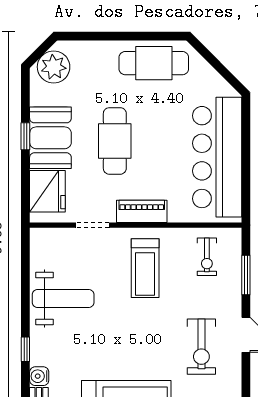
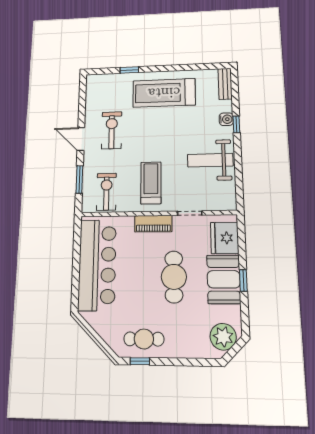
window: (159, 36) -> (140, 361), added
cafe table: (154, 63) -> (144, 339), width x0.73, depth x0.74
exercise bike: (207, 257) -> (106, 192), width x1.38, depth x1.39
water cooler: (39, 376) -> (226, 119), moved

